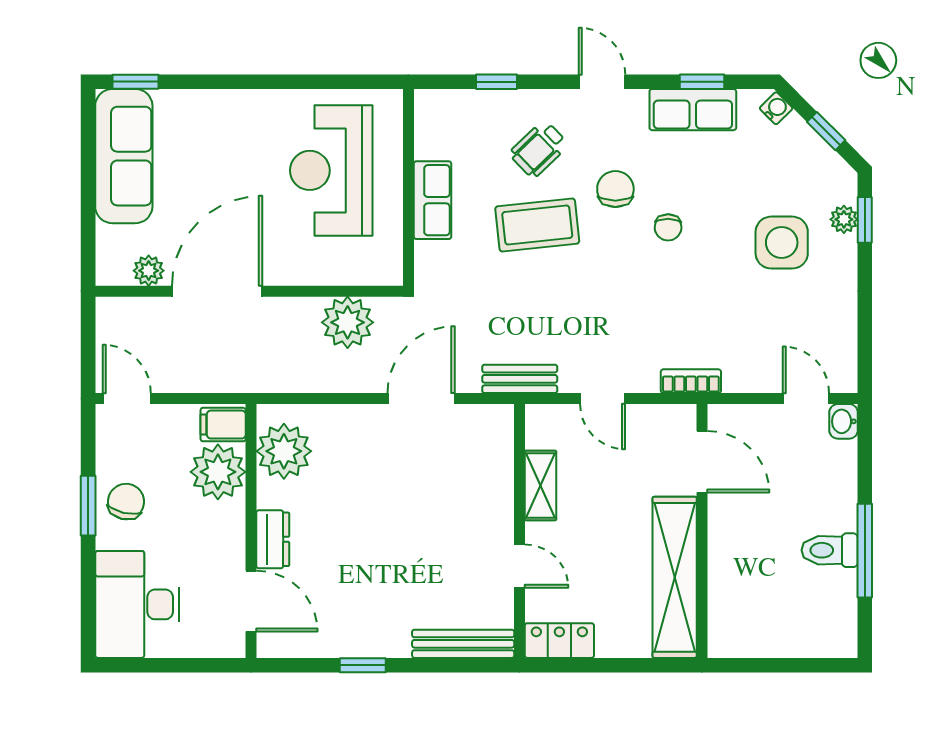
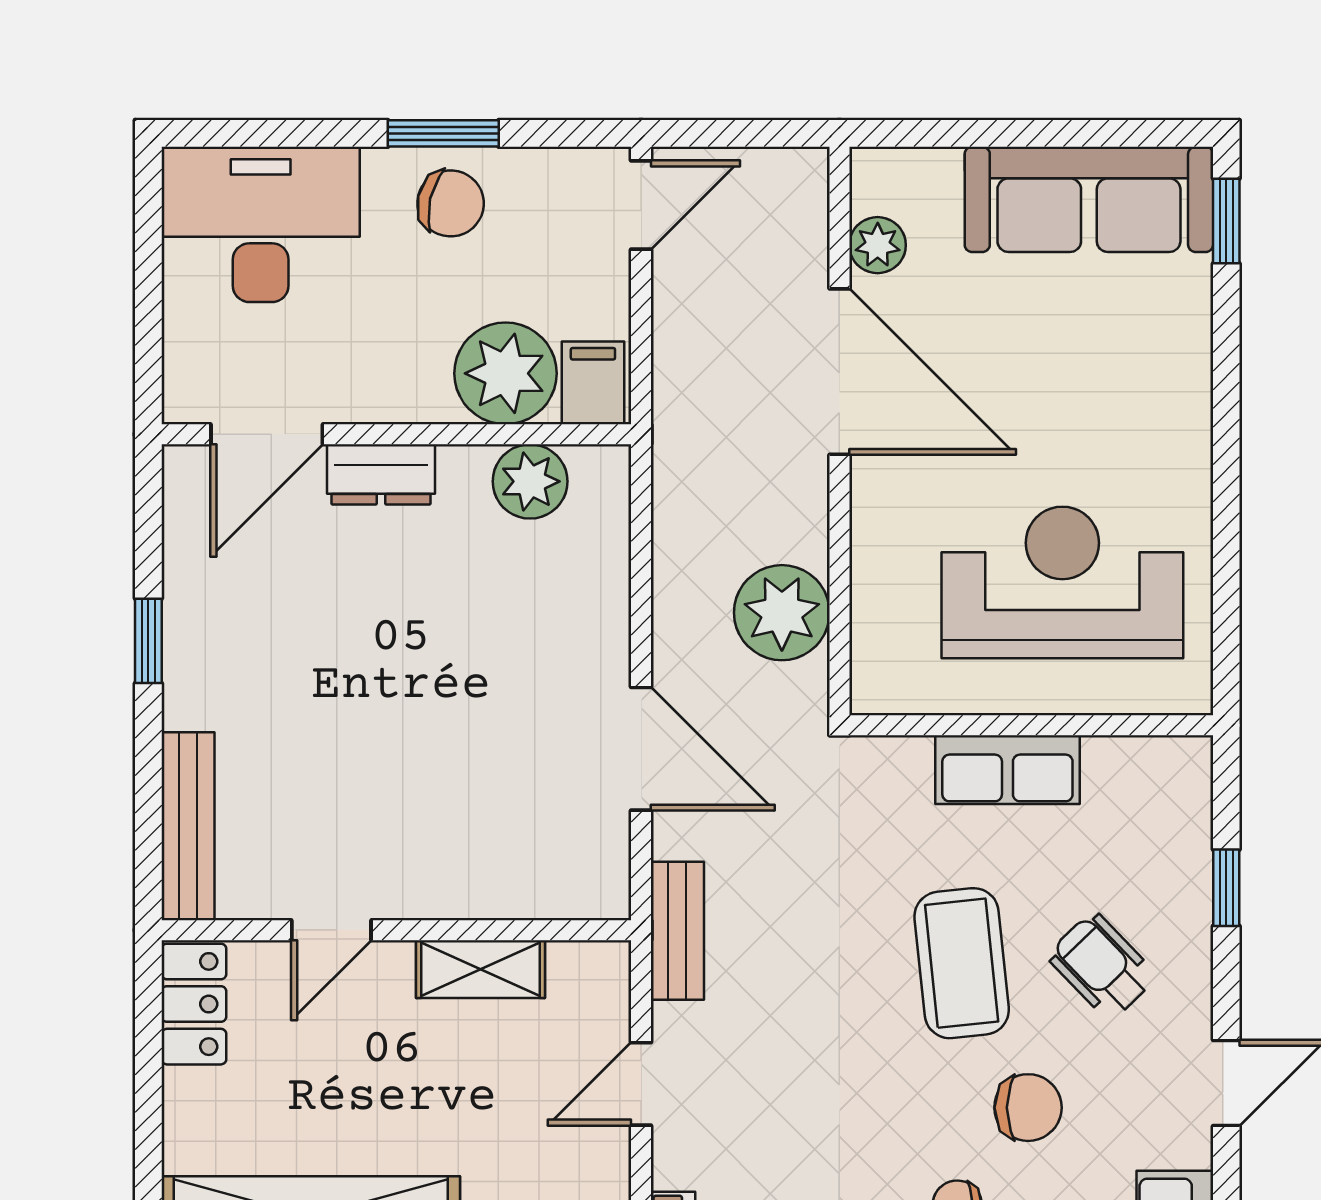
plant: (284, 451) -> (530, 481), width x0.73, depth x0.73

